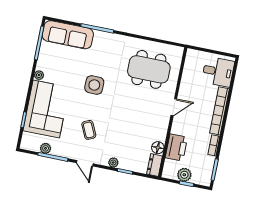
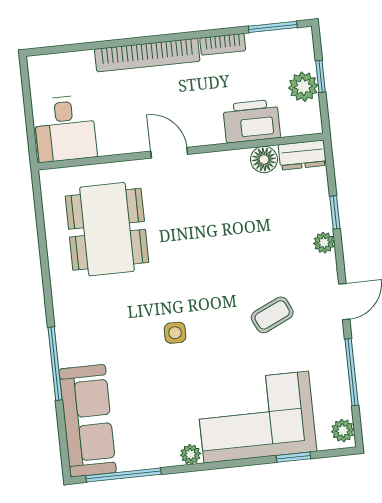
desk: (218, 72) -> (65, 129), moved, turned 180
side table: (94, 85) -> (175, 333), width x0.54, depth x0.54
plant: (46, 148) -> (343, 431), moved

